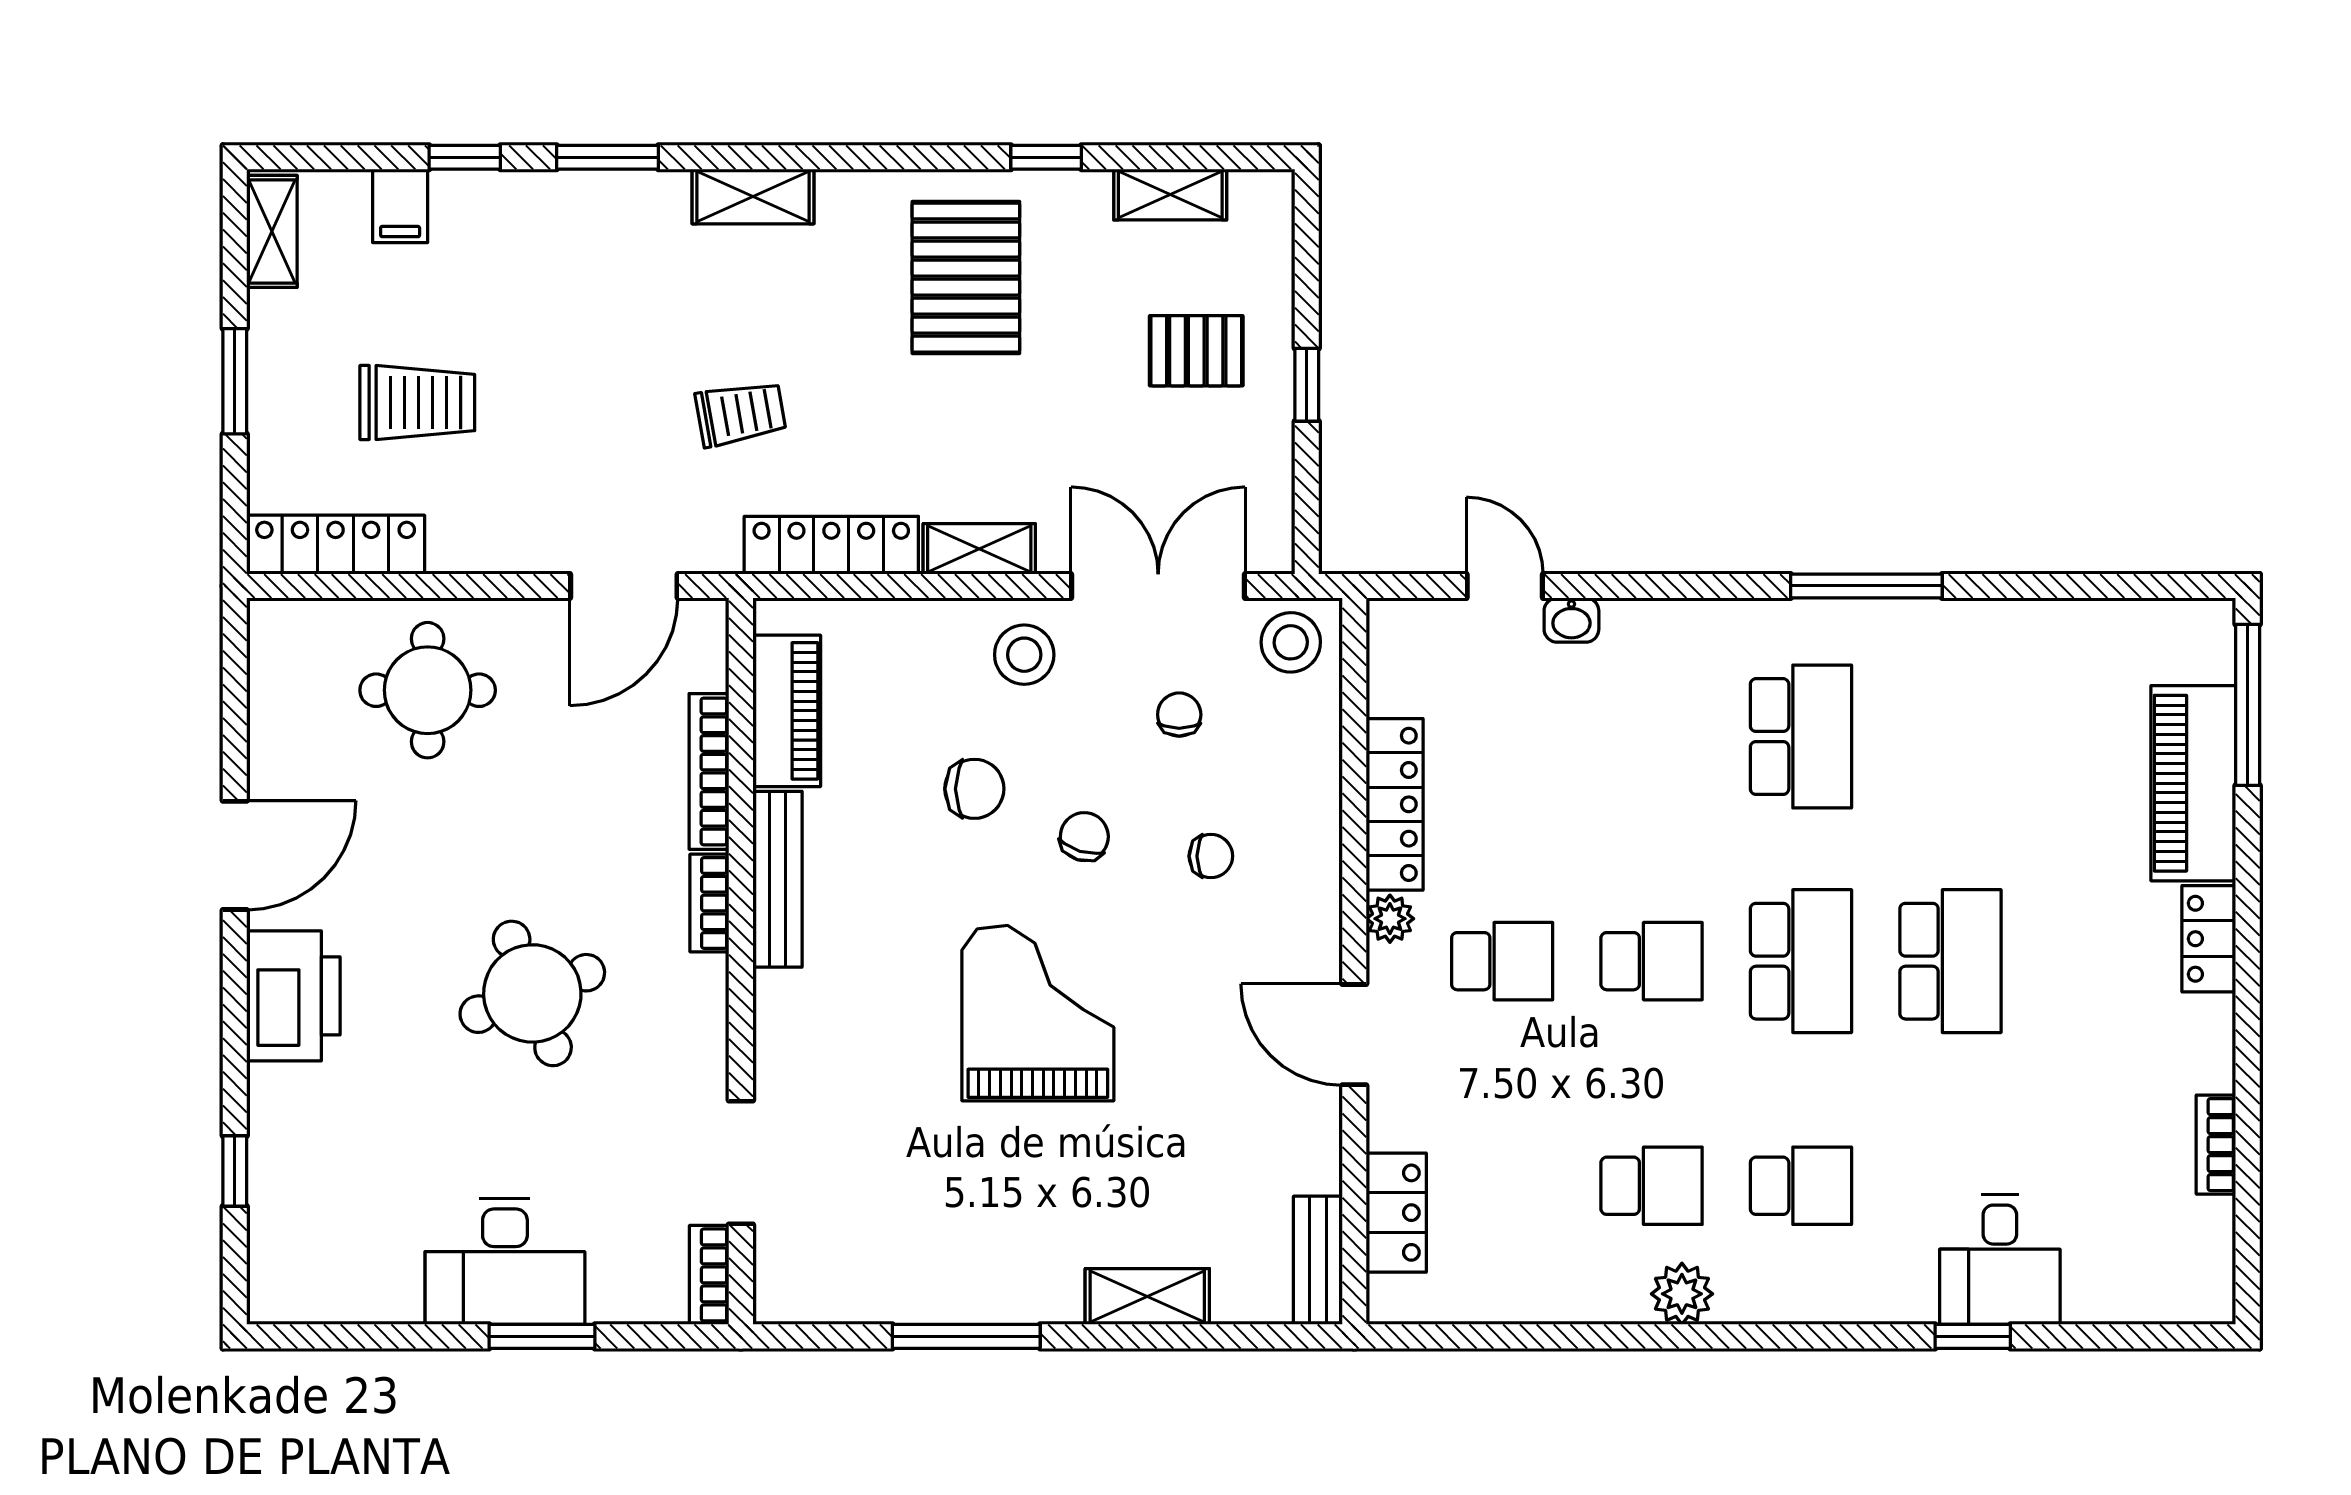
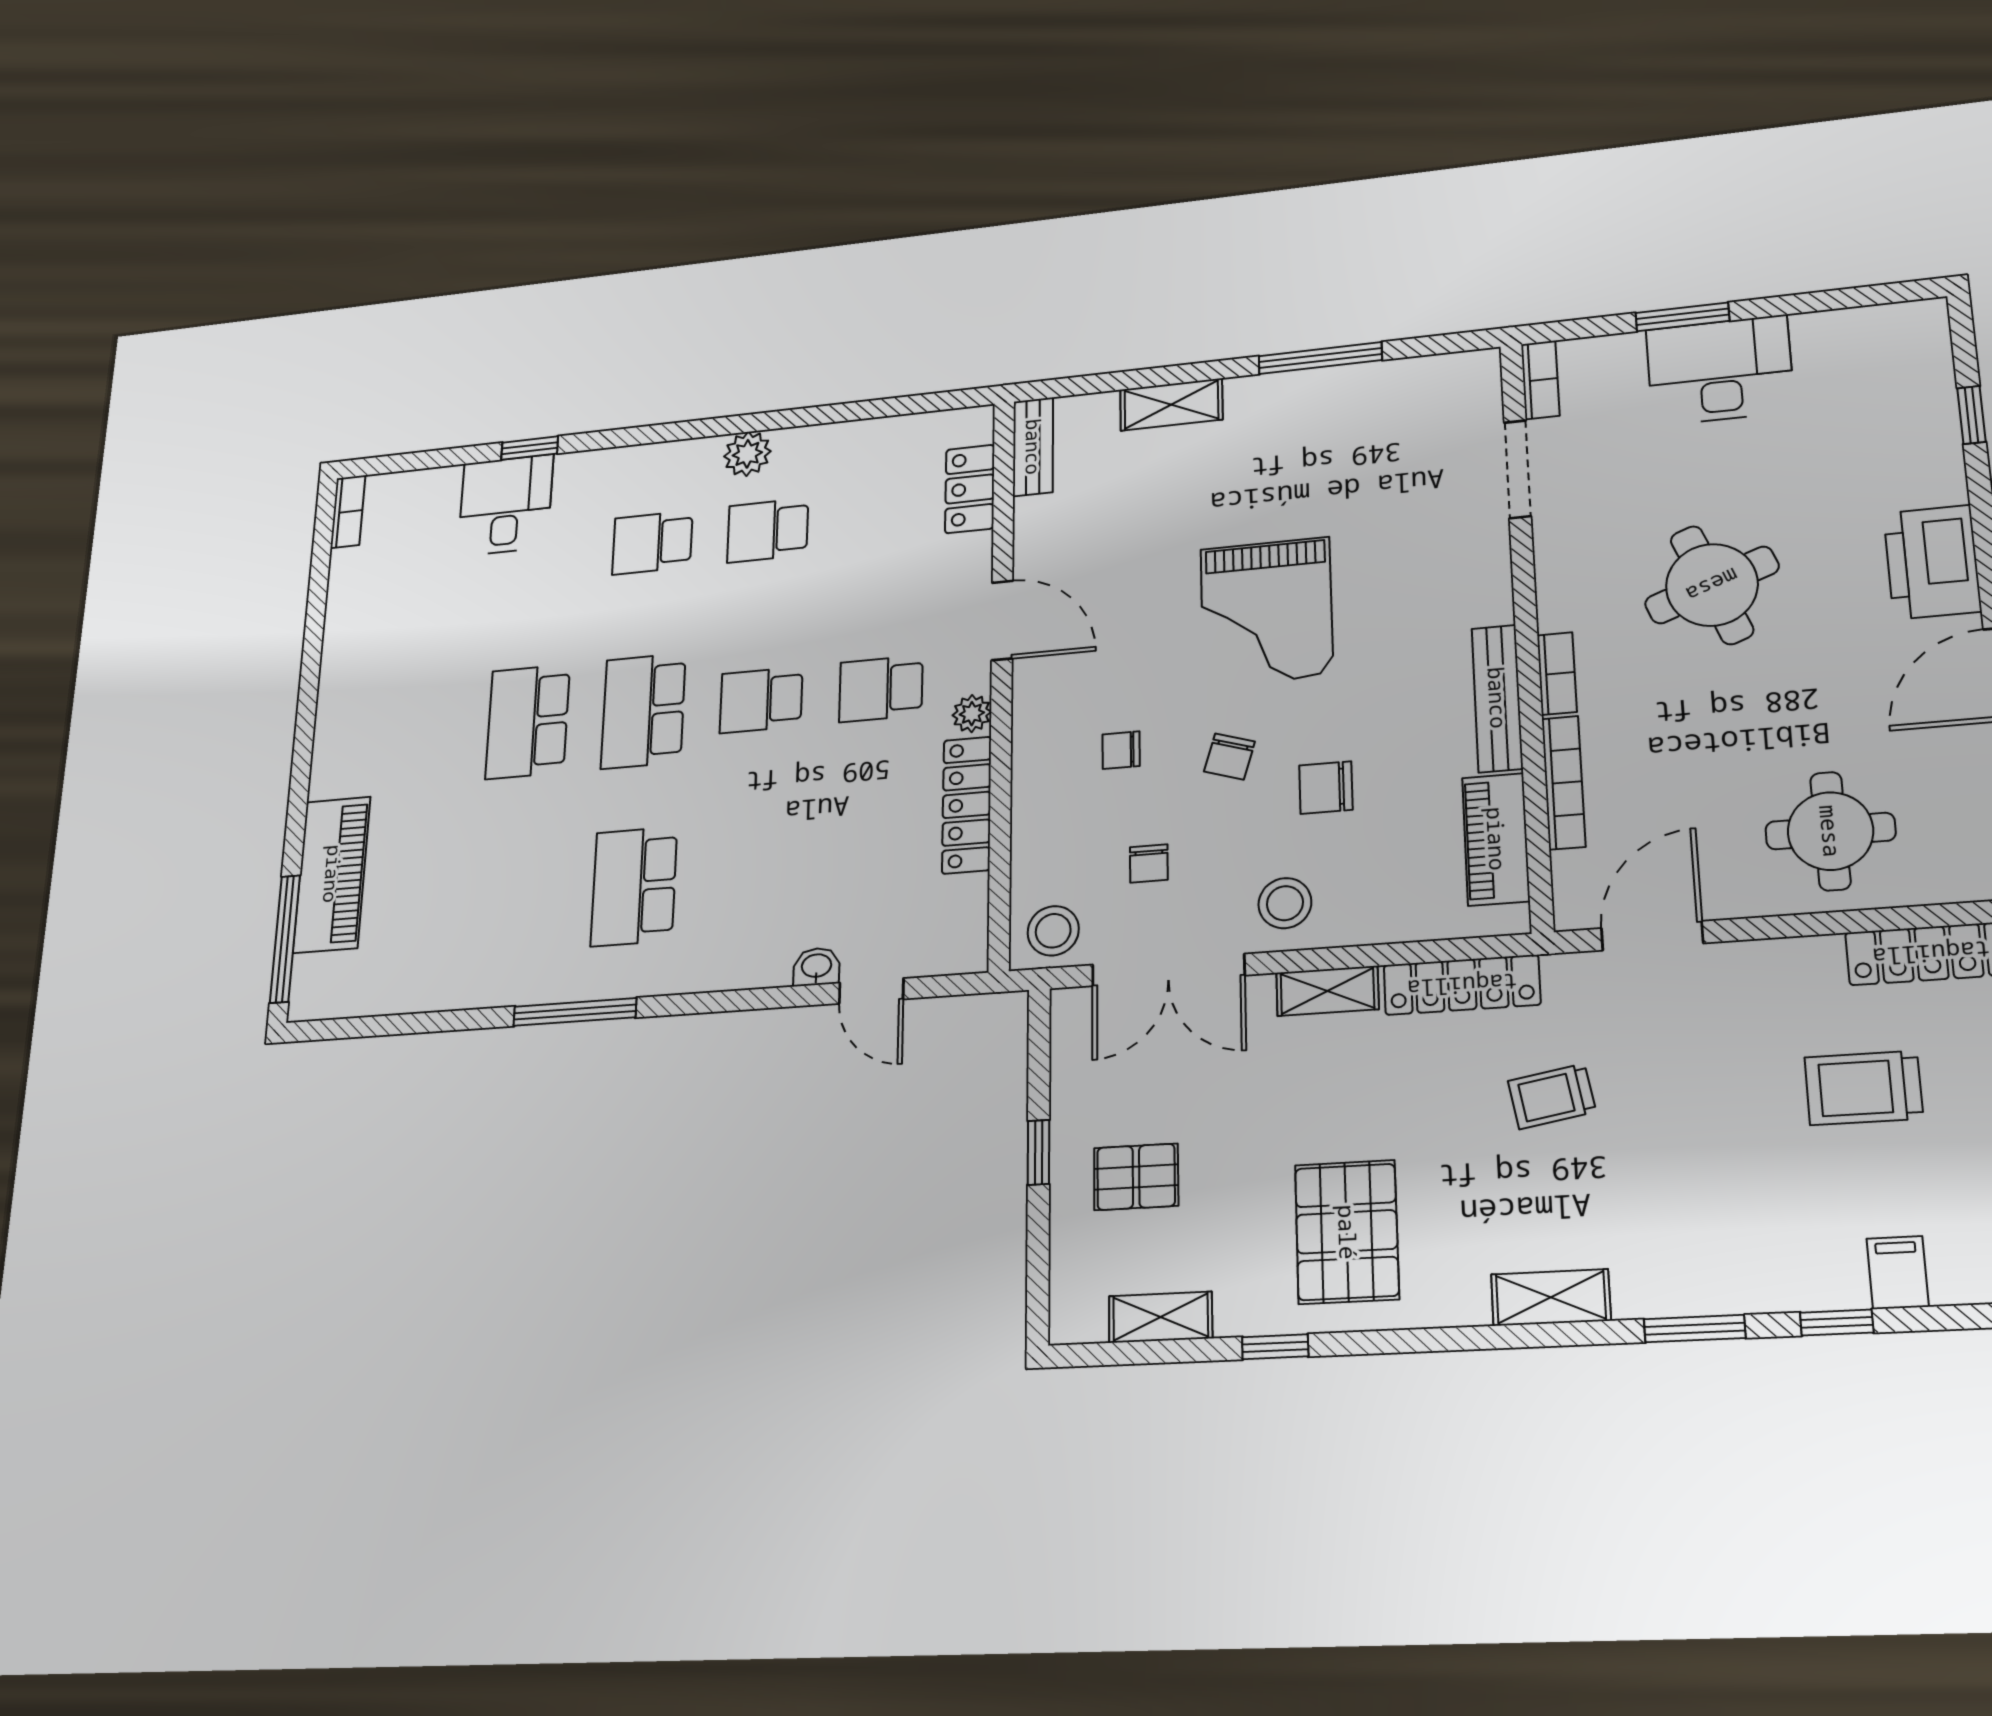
locker: (2209, 939) -> (331, 757), removed
bookcase: (2216, 1145) -> (348, 512), moved

